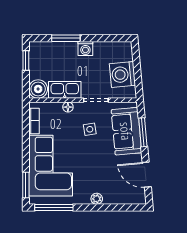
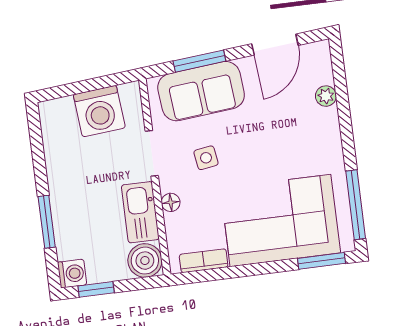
washing machine: (85, 48) -> (72, 274), moved
plant: (97, 199) -> (326, 96), moved

